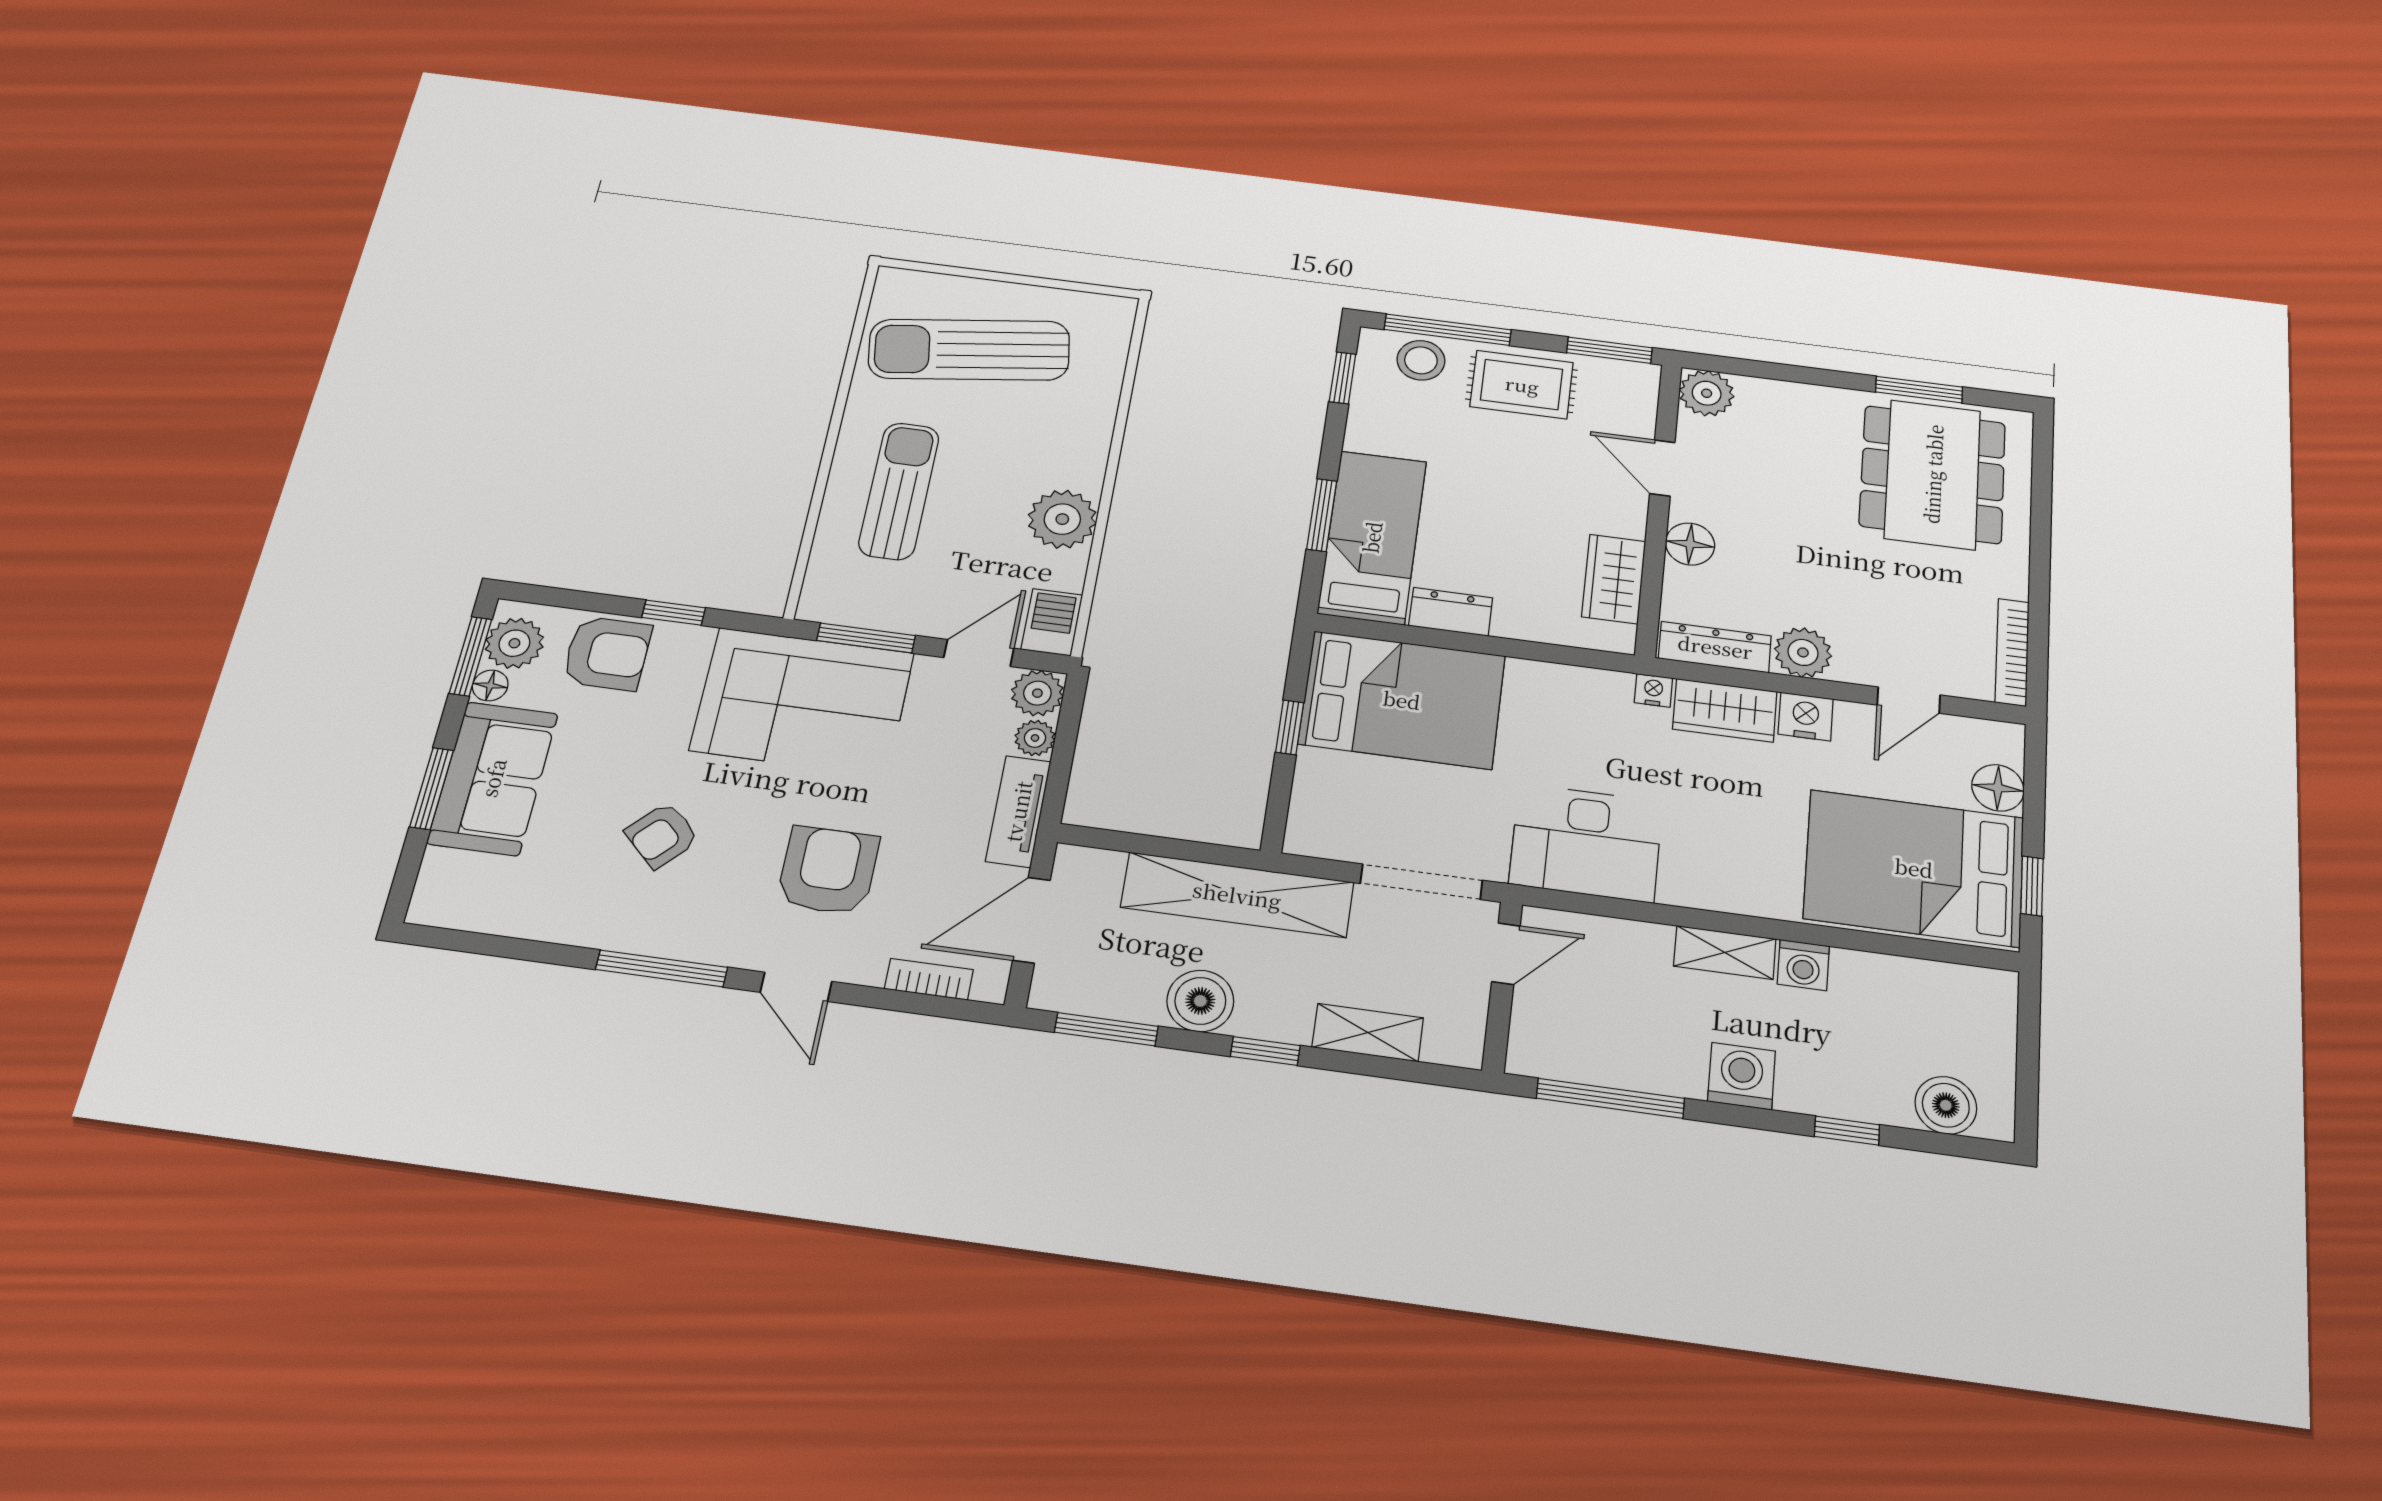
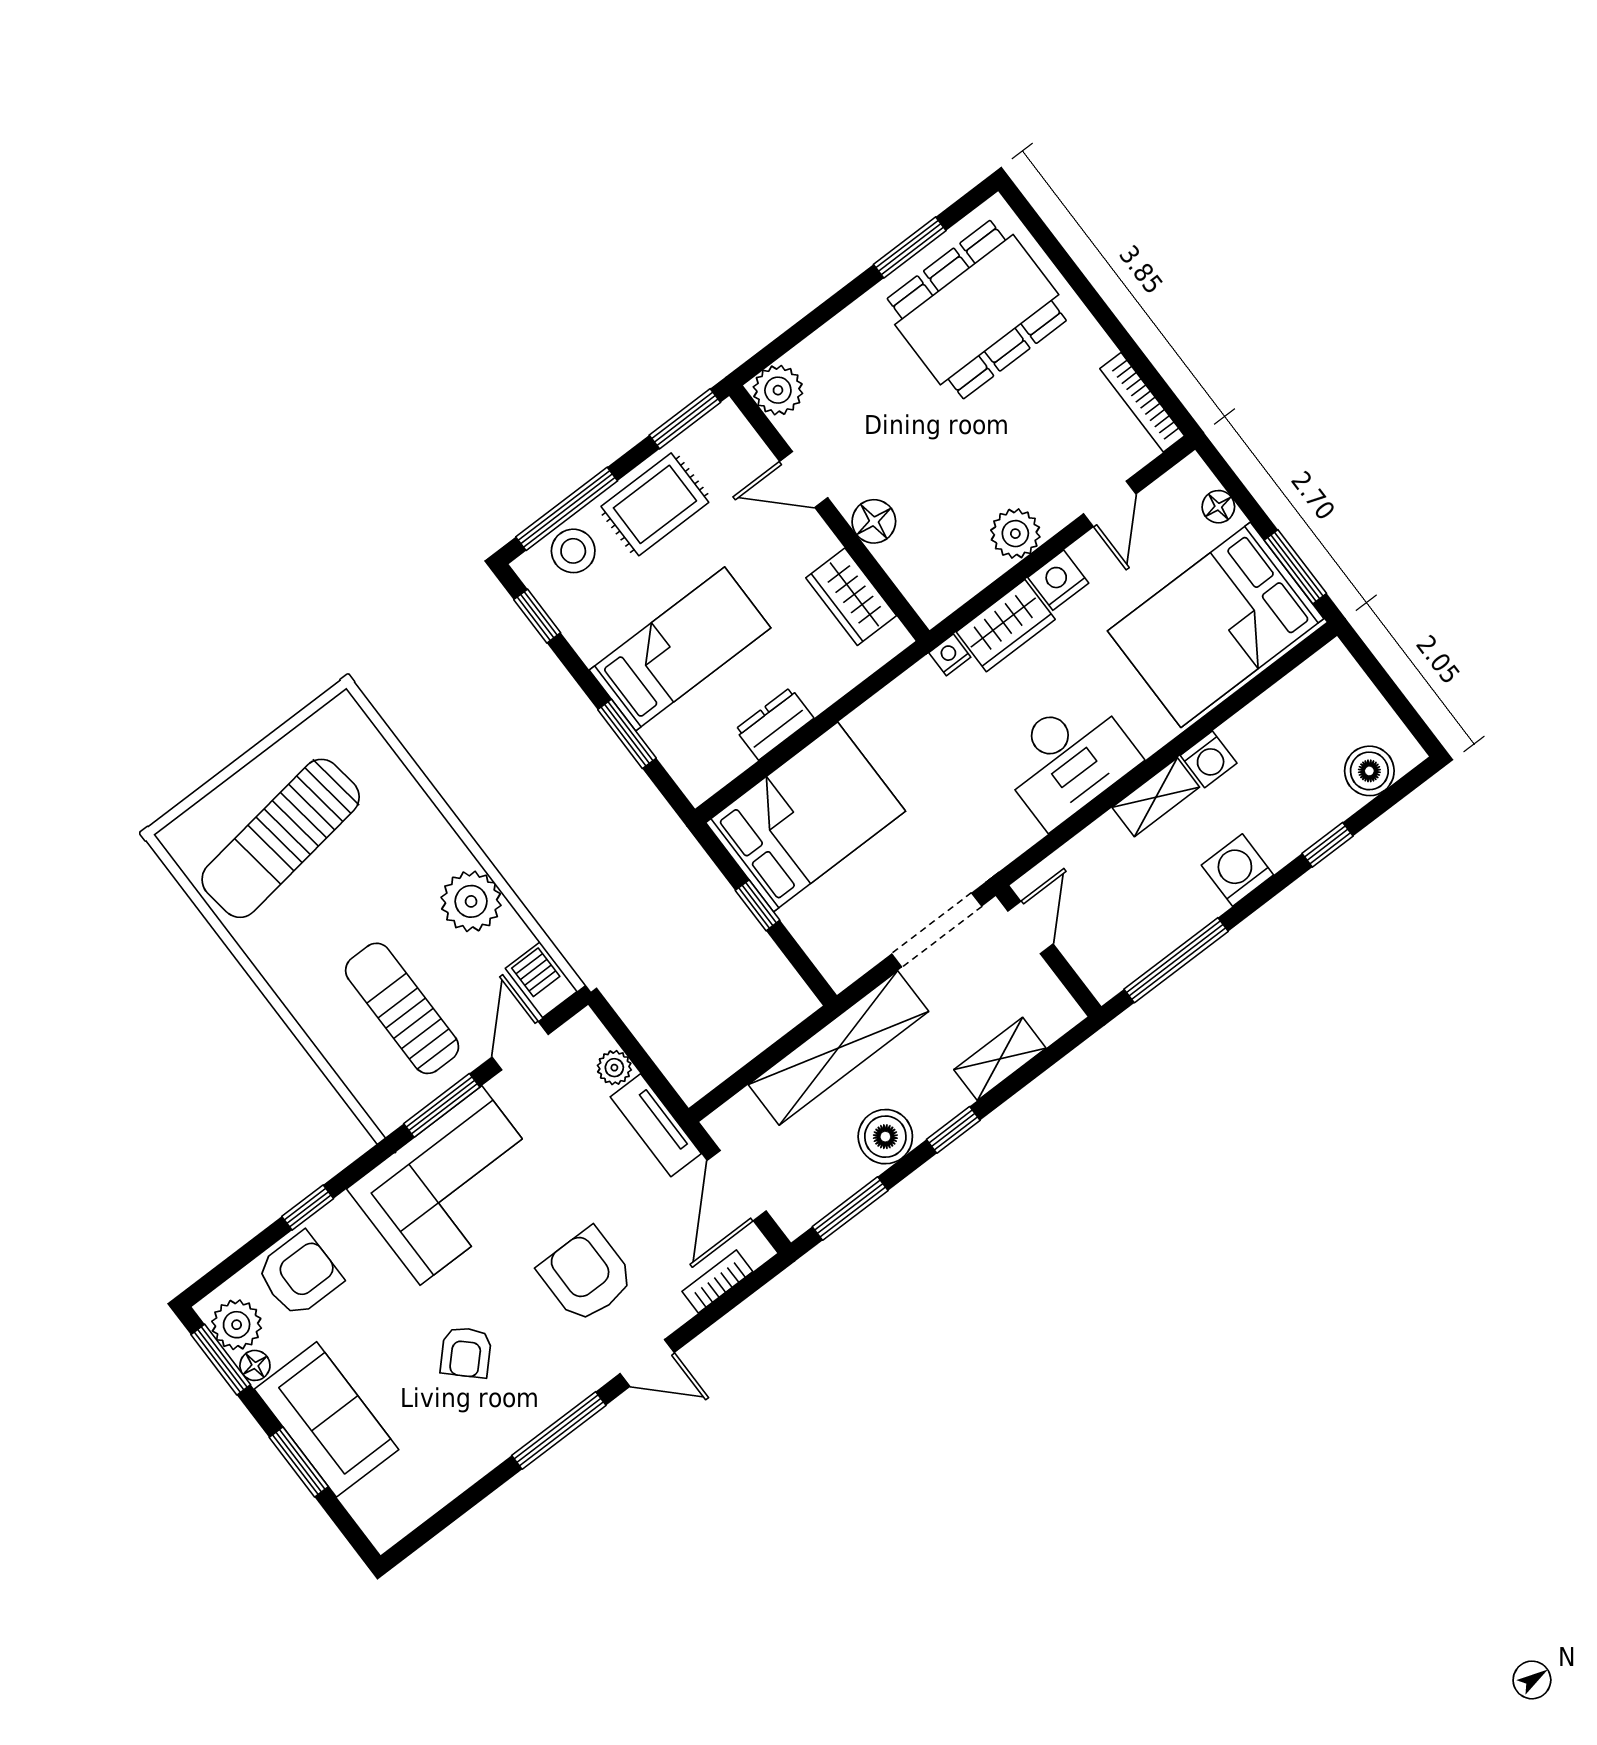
dining table: (1933, 474) -> (977, 310), turned 90
sun lounger: (899, 491) -> (402, 1008), moved
bed: (1372, 537) -> (680, 649), moved, turned 90
dresser: (1715, 647) -> (958, 585), removed
plant: (1037, 693) -> (584, 1037), removed
floor lamp: (1998, 788) -> (1218, 507), width x0.73, depth x0.73
desk: (1586, 843) -> (1068, 759), moved
window: (2032, 886) -> (1295, 567), width x1.50

